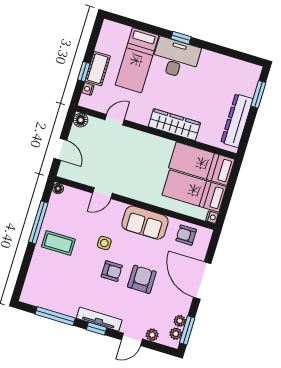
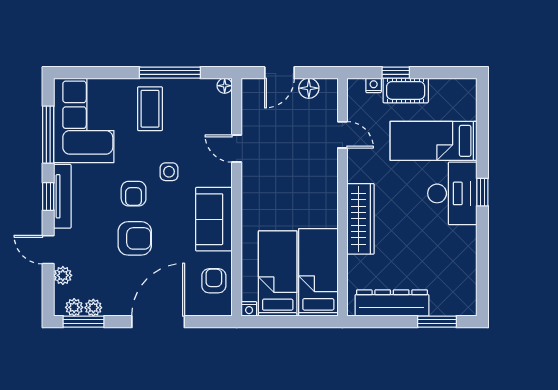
floor lamp: (81, 120) -> (309, 88), moved
corner sofa: (53, 289) -> (84, 120), added

